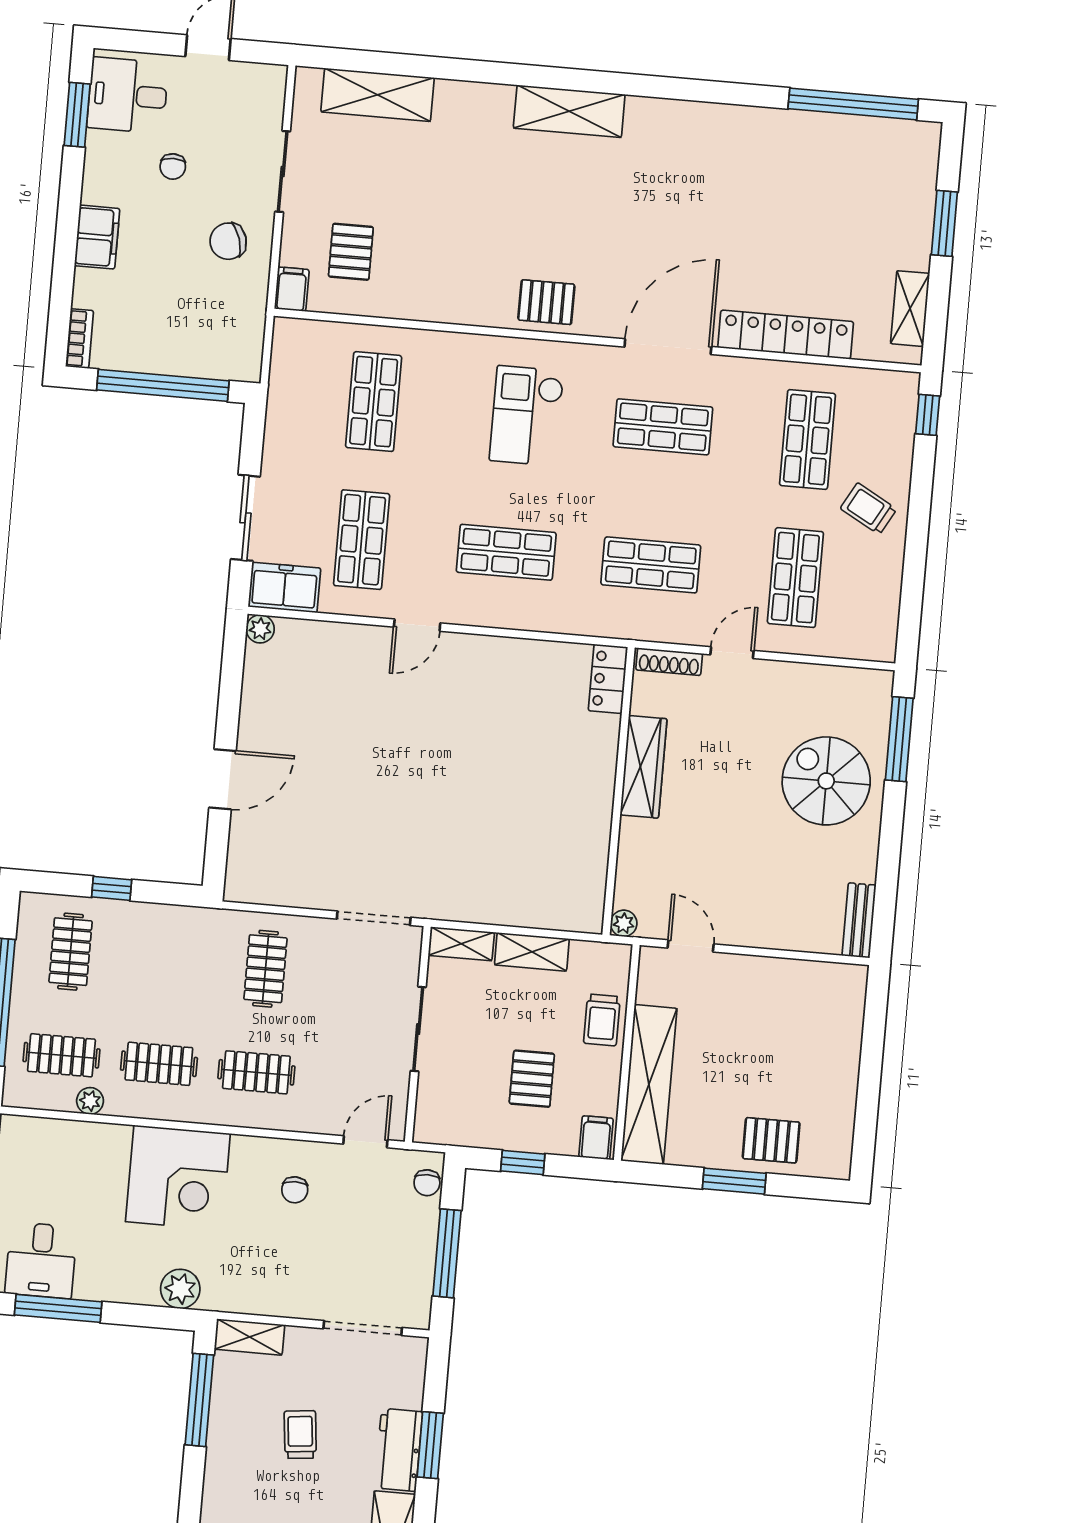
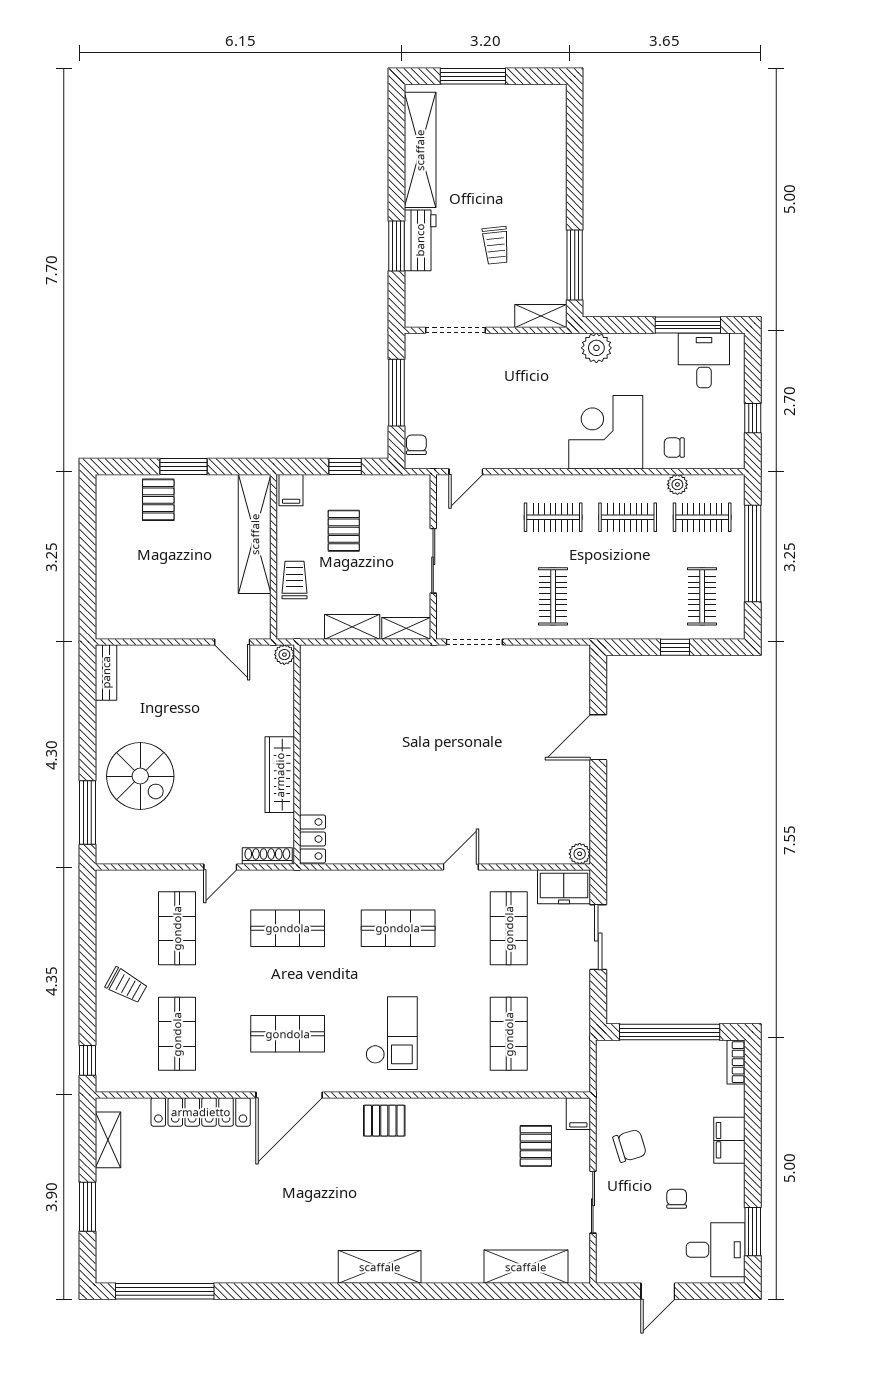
pallet: (771, 1140) -> (158, 500), turned 90
chair: (295, 1190) -> (674, 448), moved, turned -90

